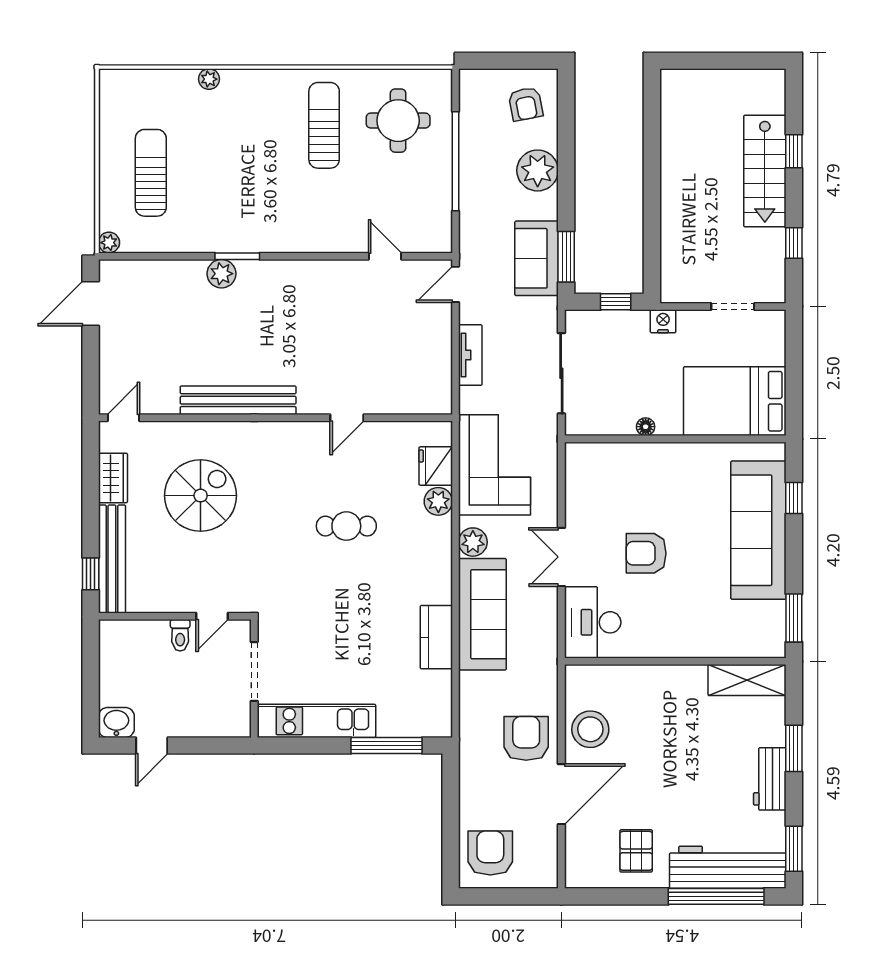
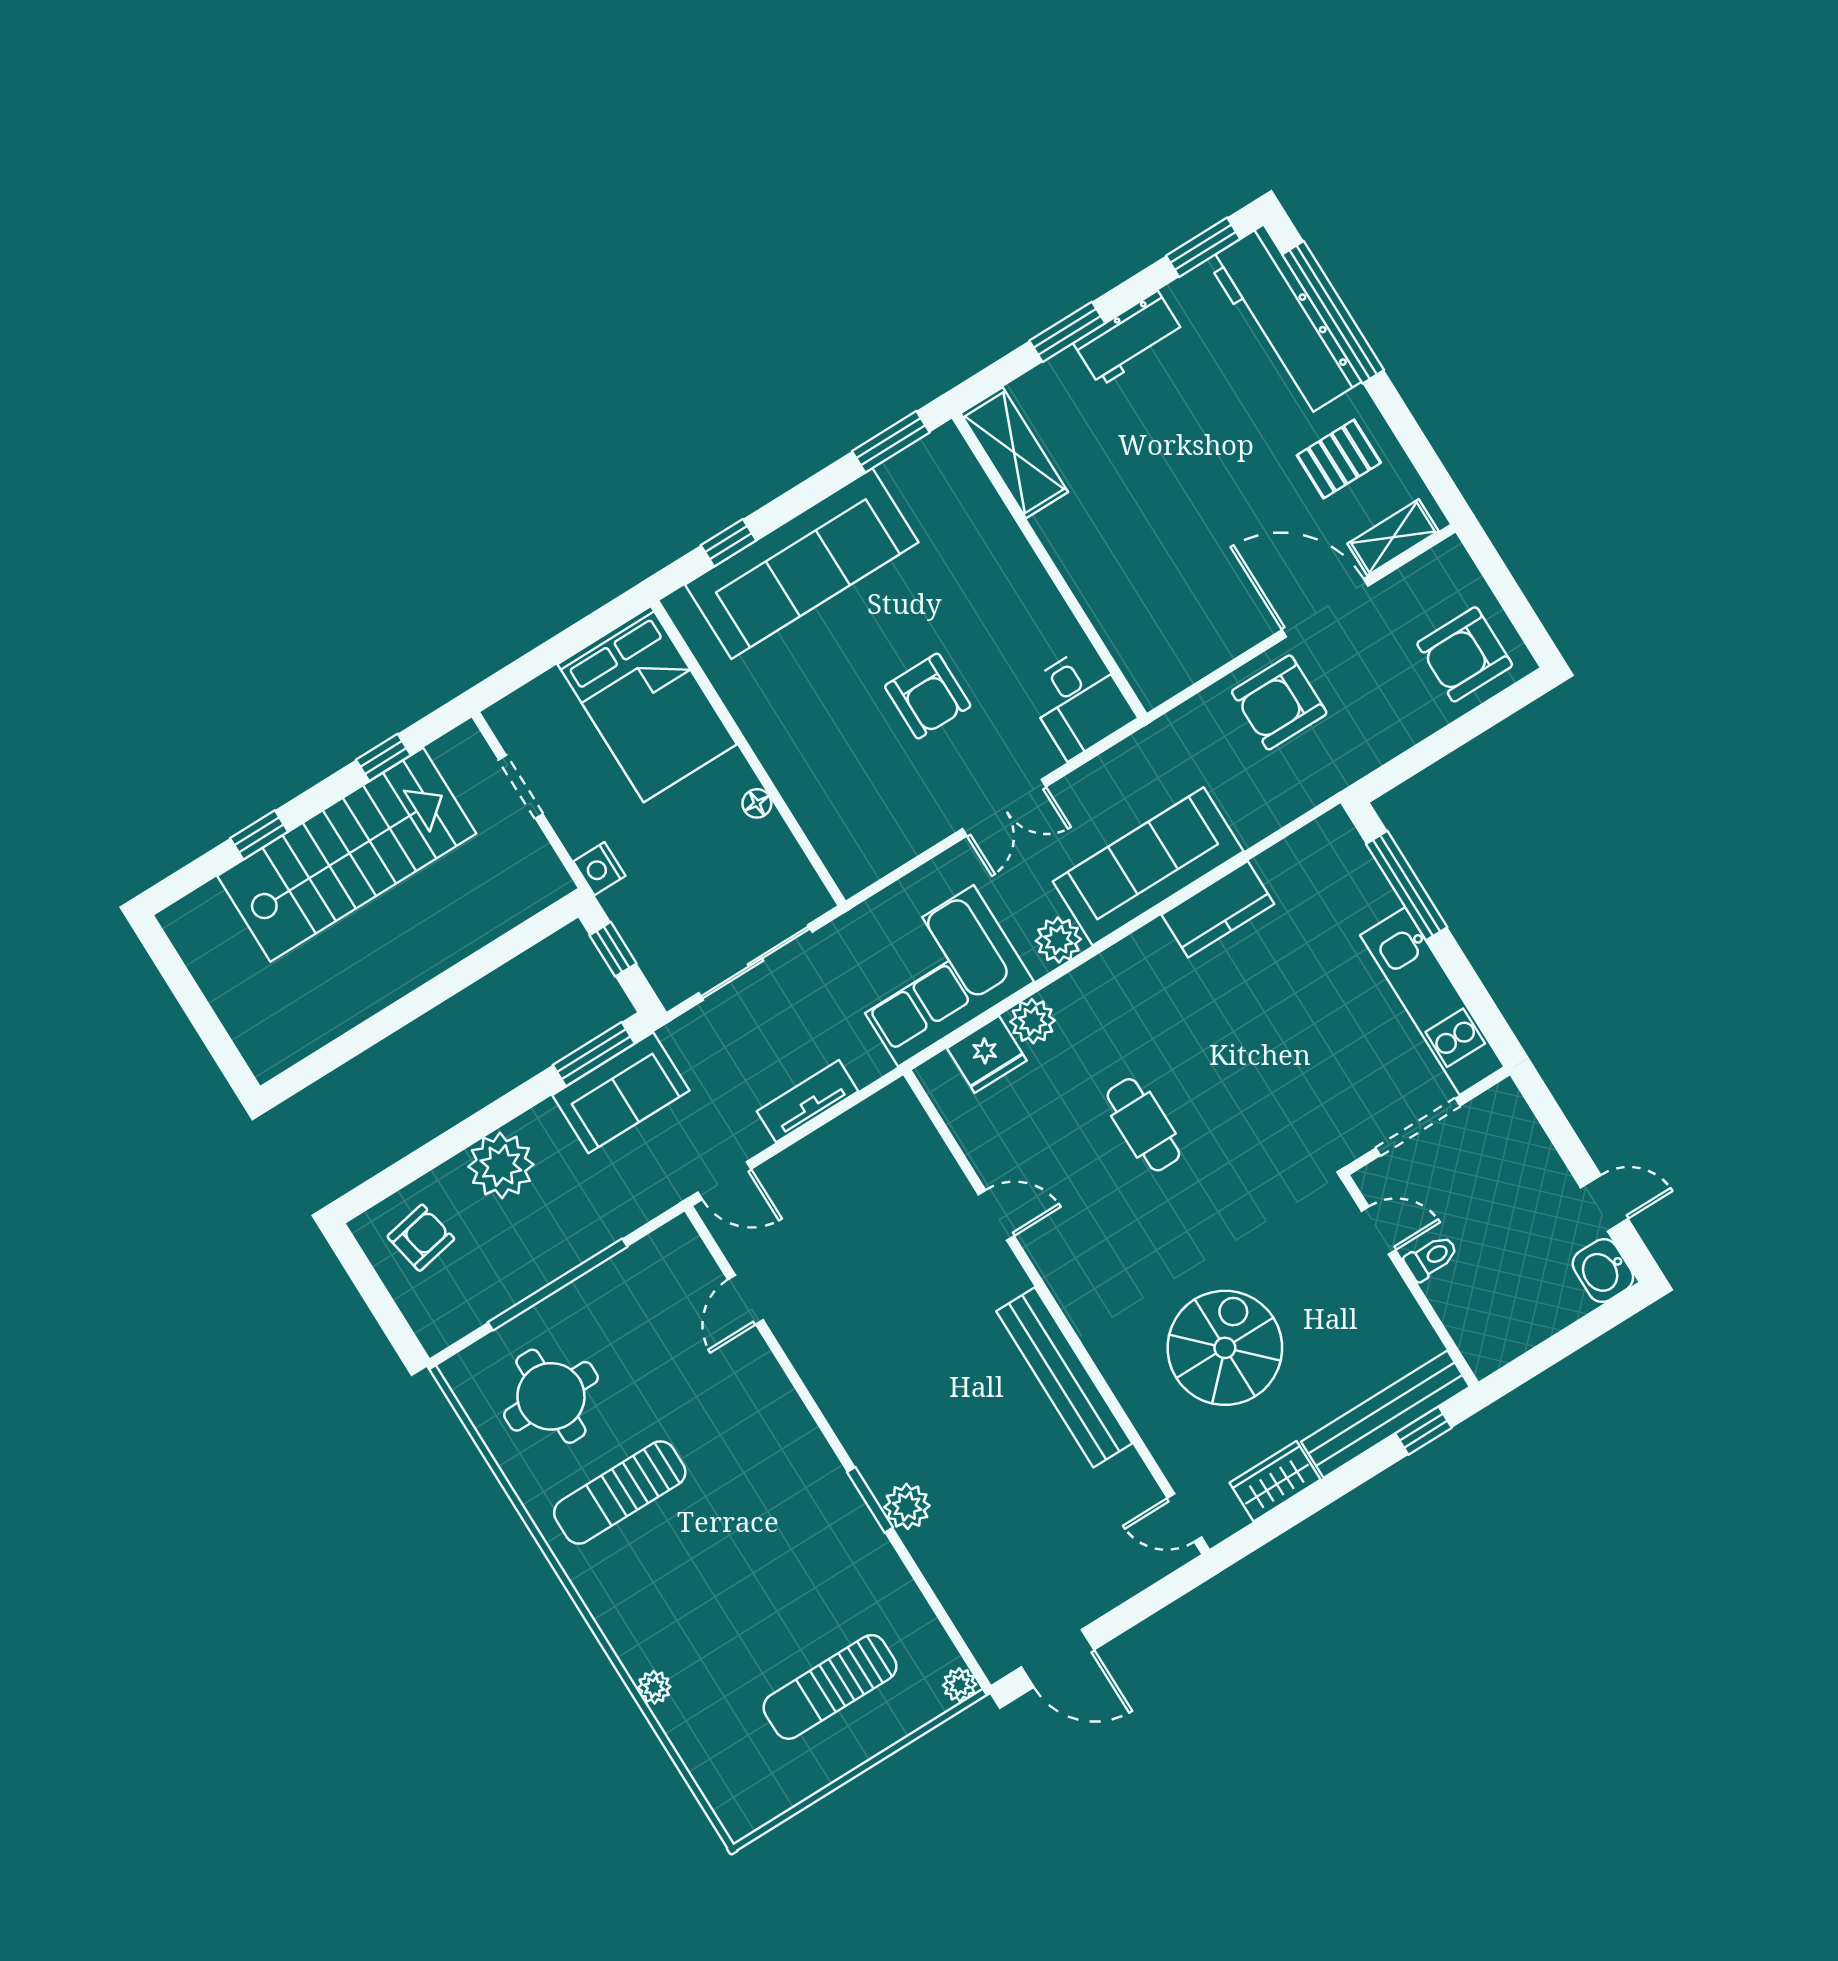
stairs: (765, 171) -> (347, 855), width x1.36, depth x1.51
spiral stairs: (201, 496) -> (1225, 1348), turned 90
desk: (593, 622) -> (1079, 702), width x0.73
stool: (590, 729) -> (1213, 623), removed
shelving: (576, 854) -> (1393, 537), added

